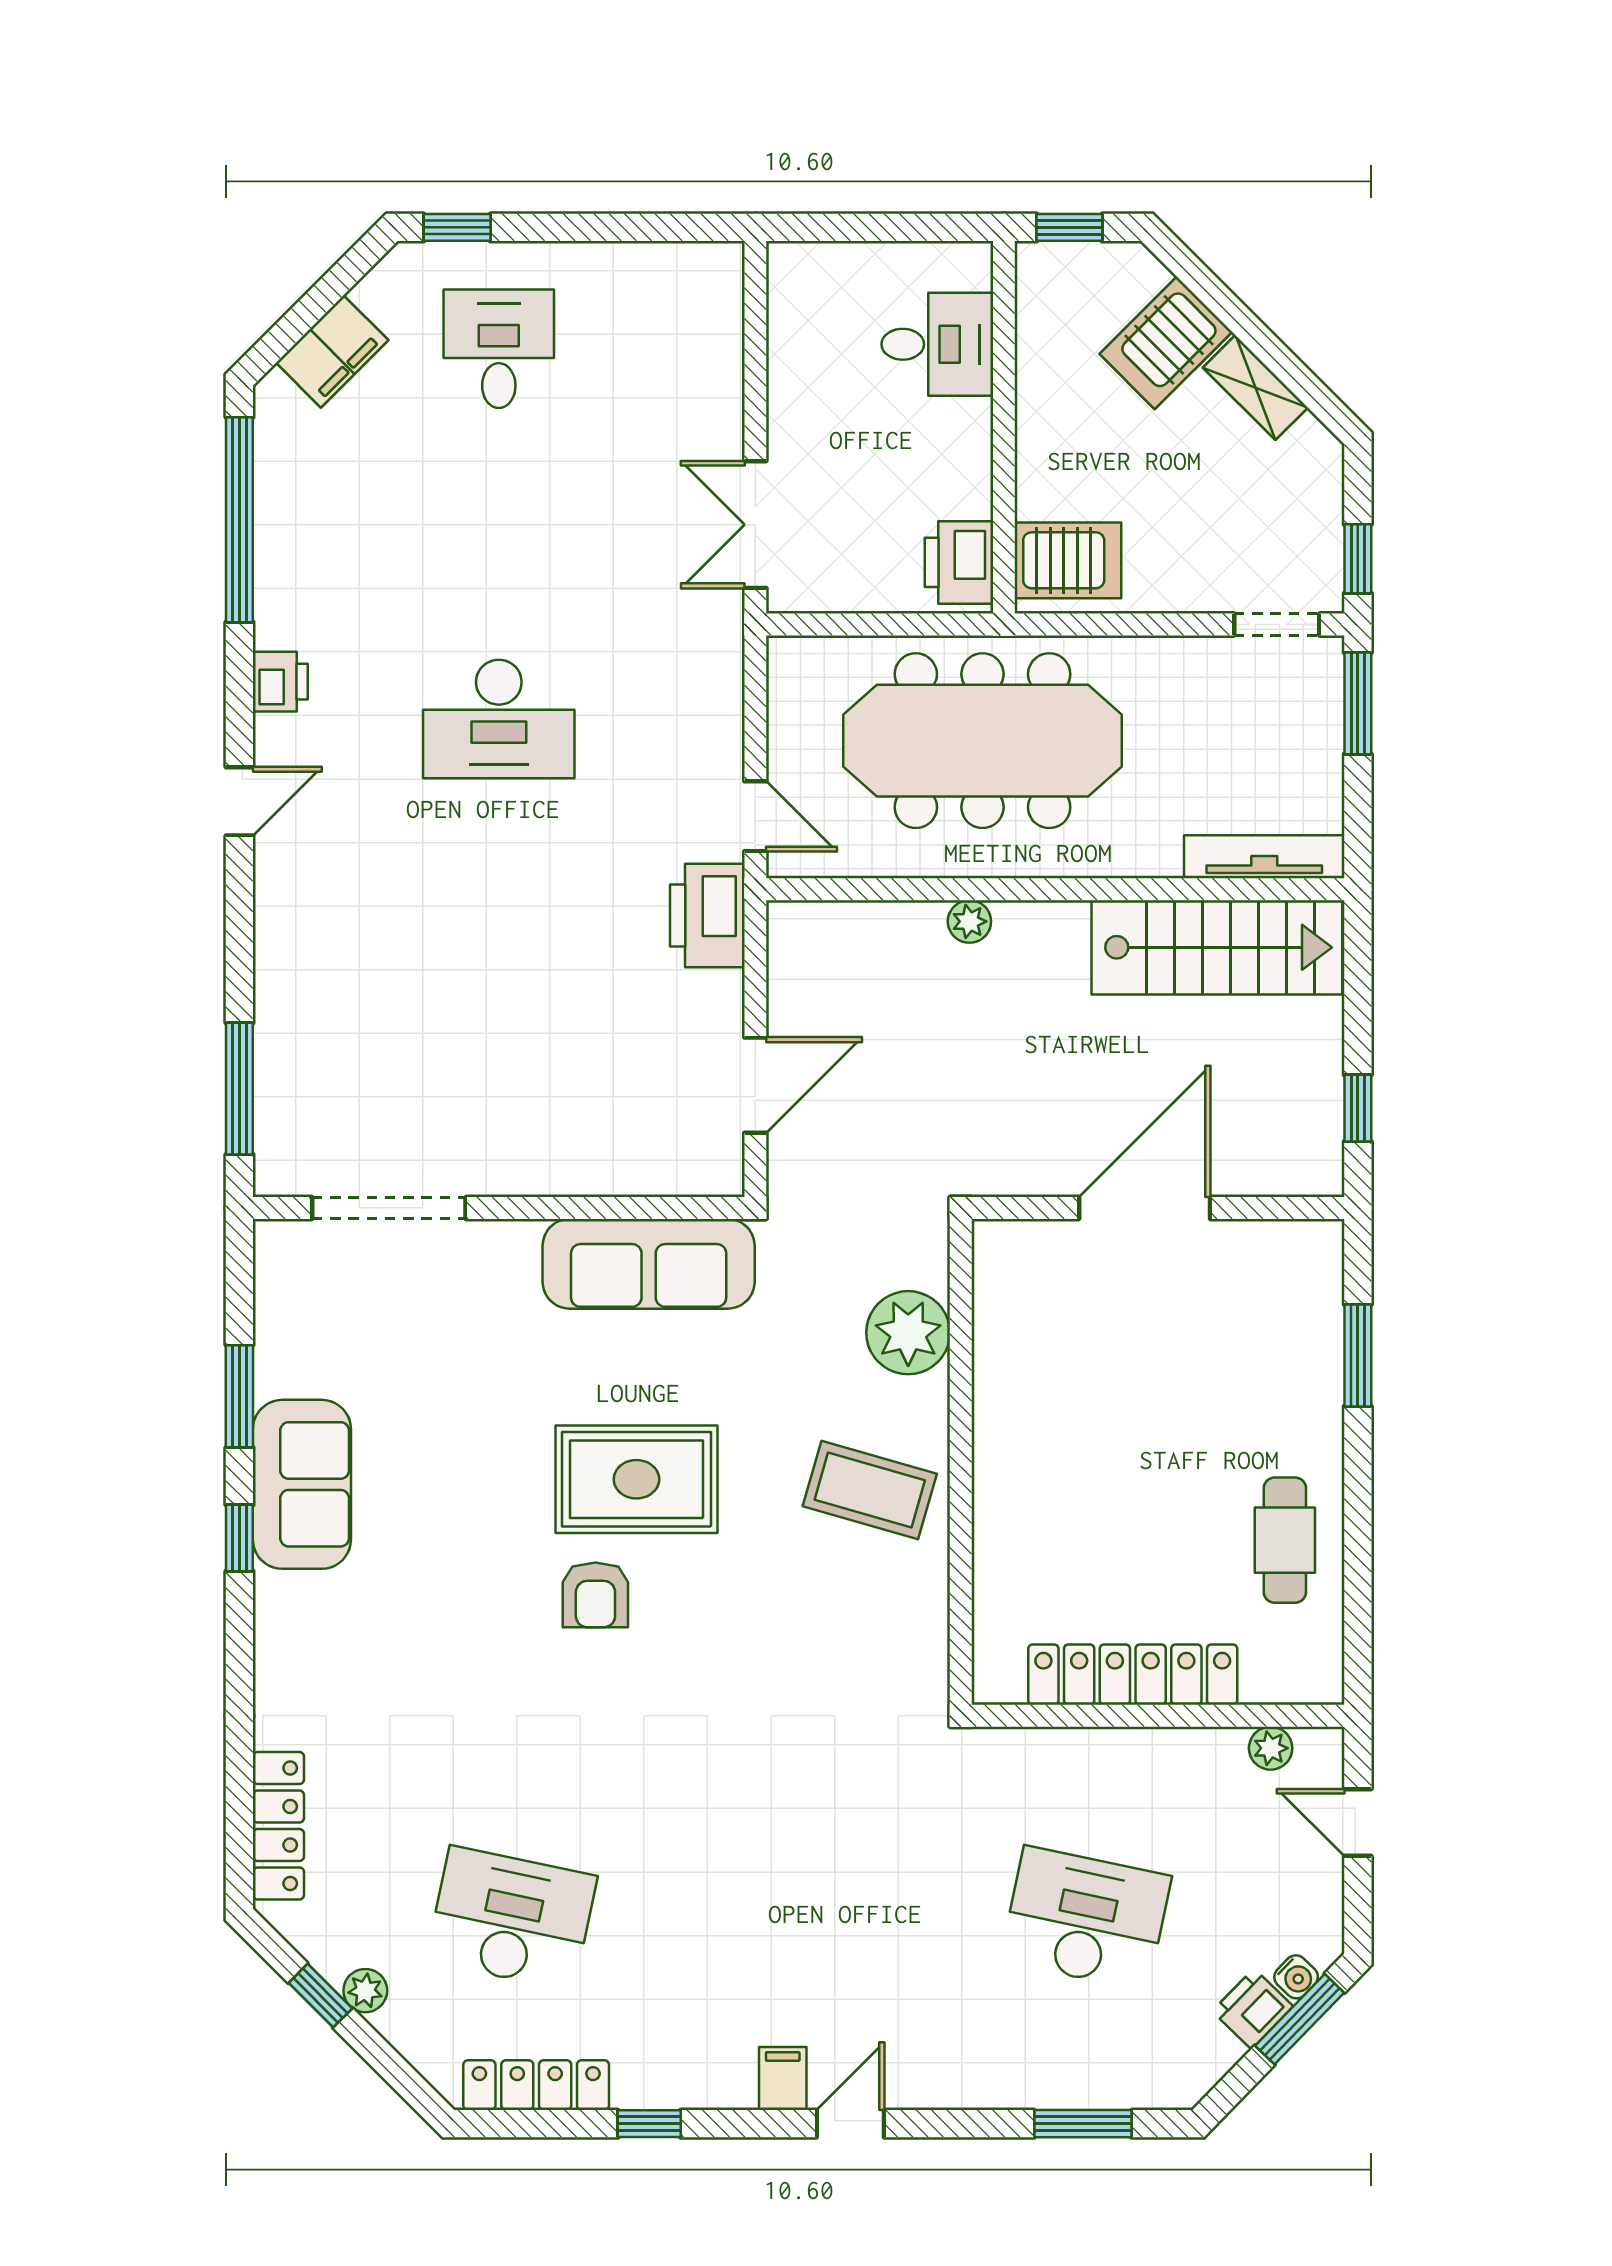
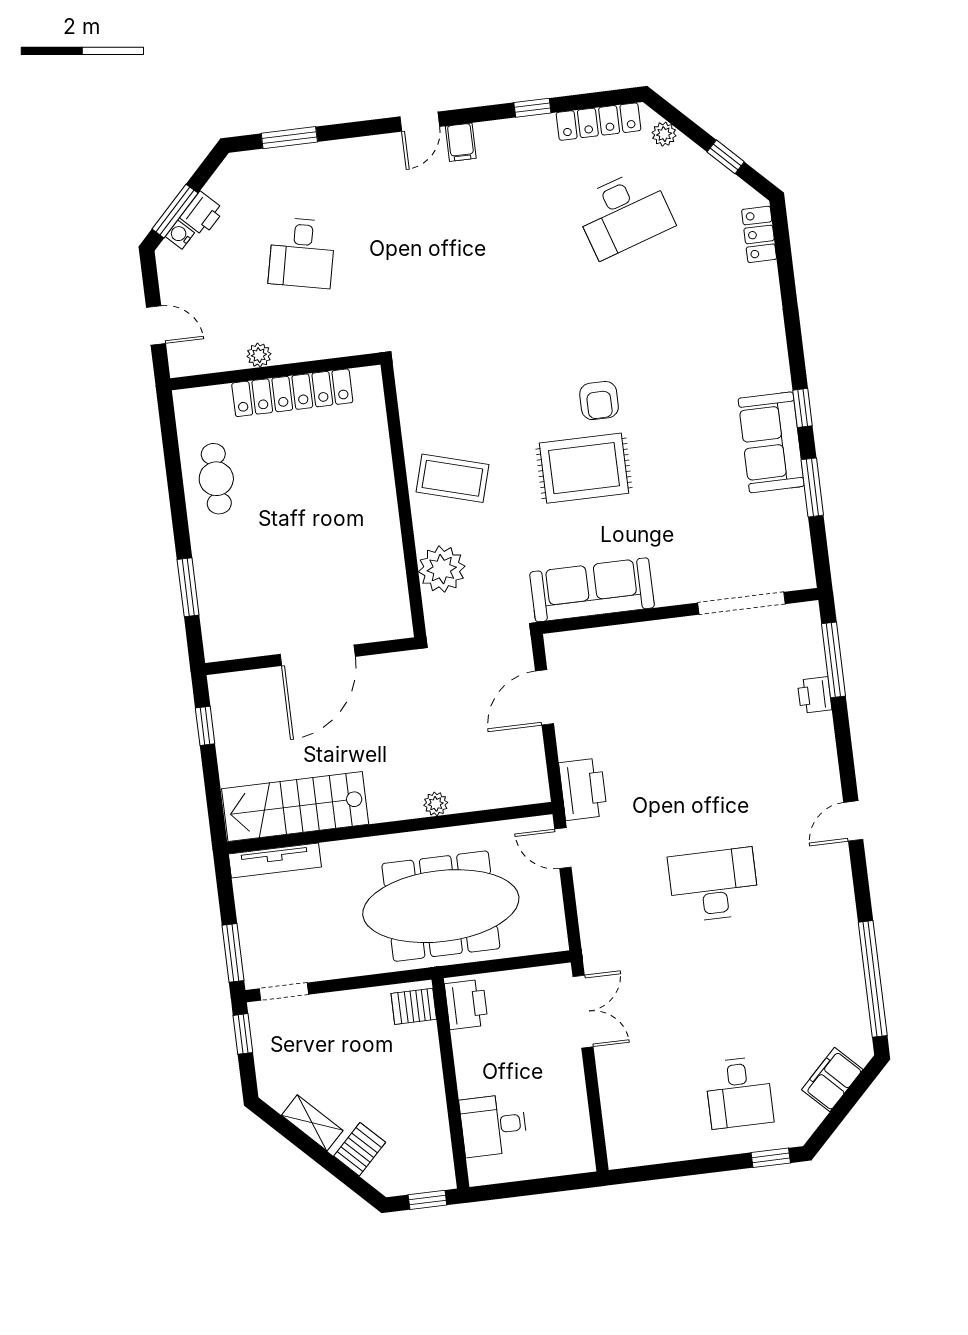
server rack: (1166, 343) -> (360, 1149), width x0.73, depth x0.70
server rack: (1068, 560) -> (414, 1006), width x0.73, depth x0.70
printer: (280, 682) -> (815, 695), moved
armchair: (595, 1595) -> (599, 401), turned 180
plant: (1271, 1748) -> (259, 355), moved
locker: (278, 1826) -> (759, 234), width x0.66
desk: (512, 1918) -> (624, 213), turned -30
desk: (1086, 1918) -> (302, 253), width x0.73
plant: (365, 1991) -> (664, 134), moved

